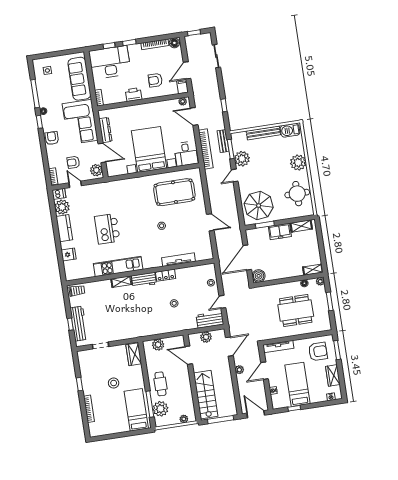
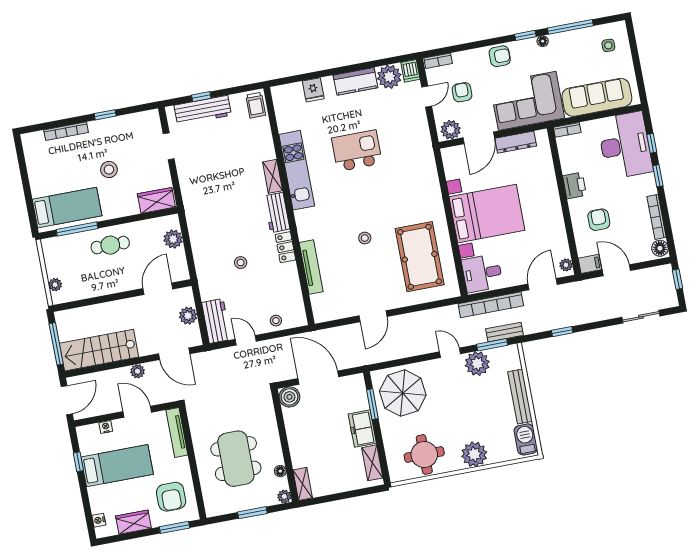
stairs: (206, 395) -> (99, 350), moved, turned 180
plant: (160, 409) -> (70, 246), removed

